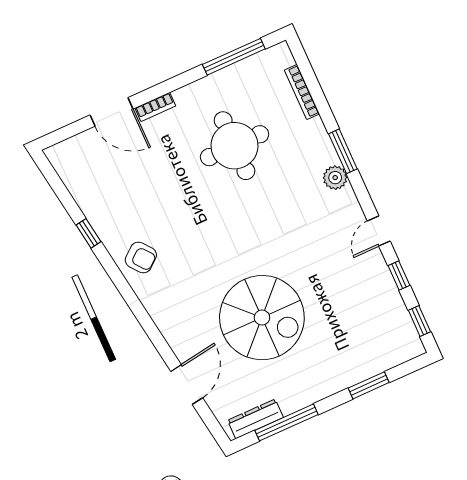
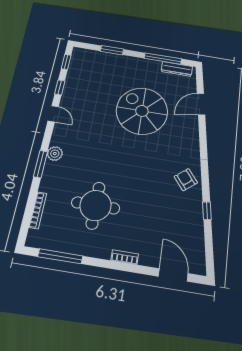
door: (111, 112) -> (173, 275), moved
door: (379, 231) -> (53, 114), hinge flipped

